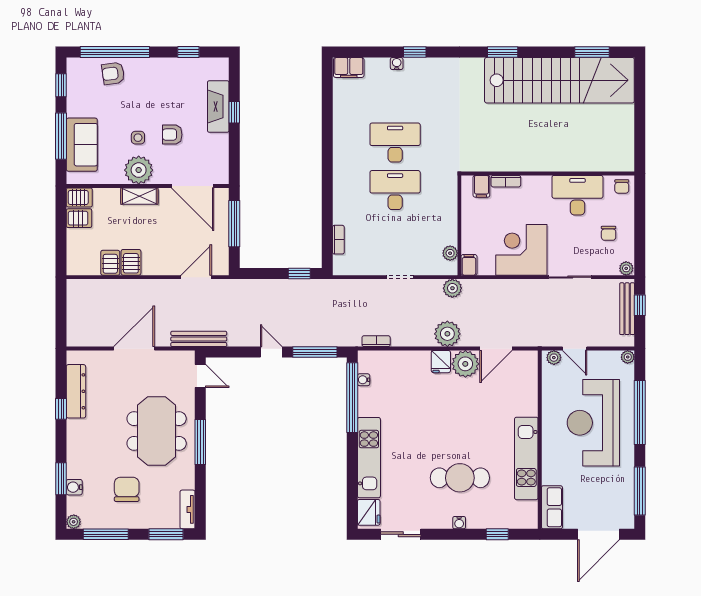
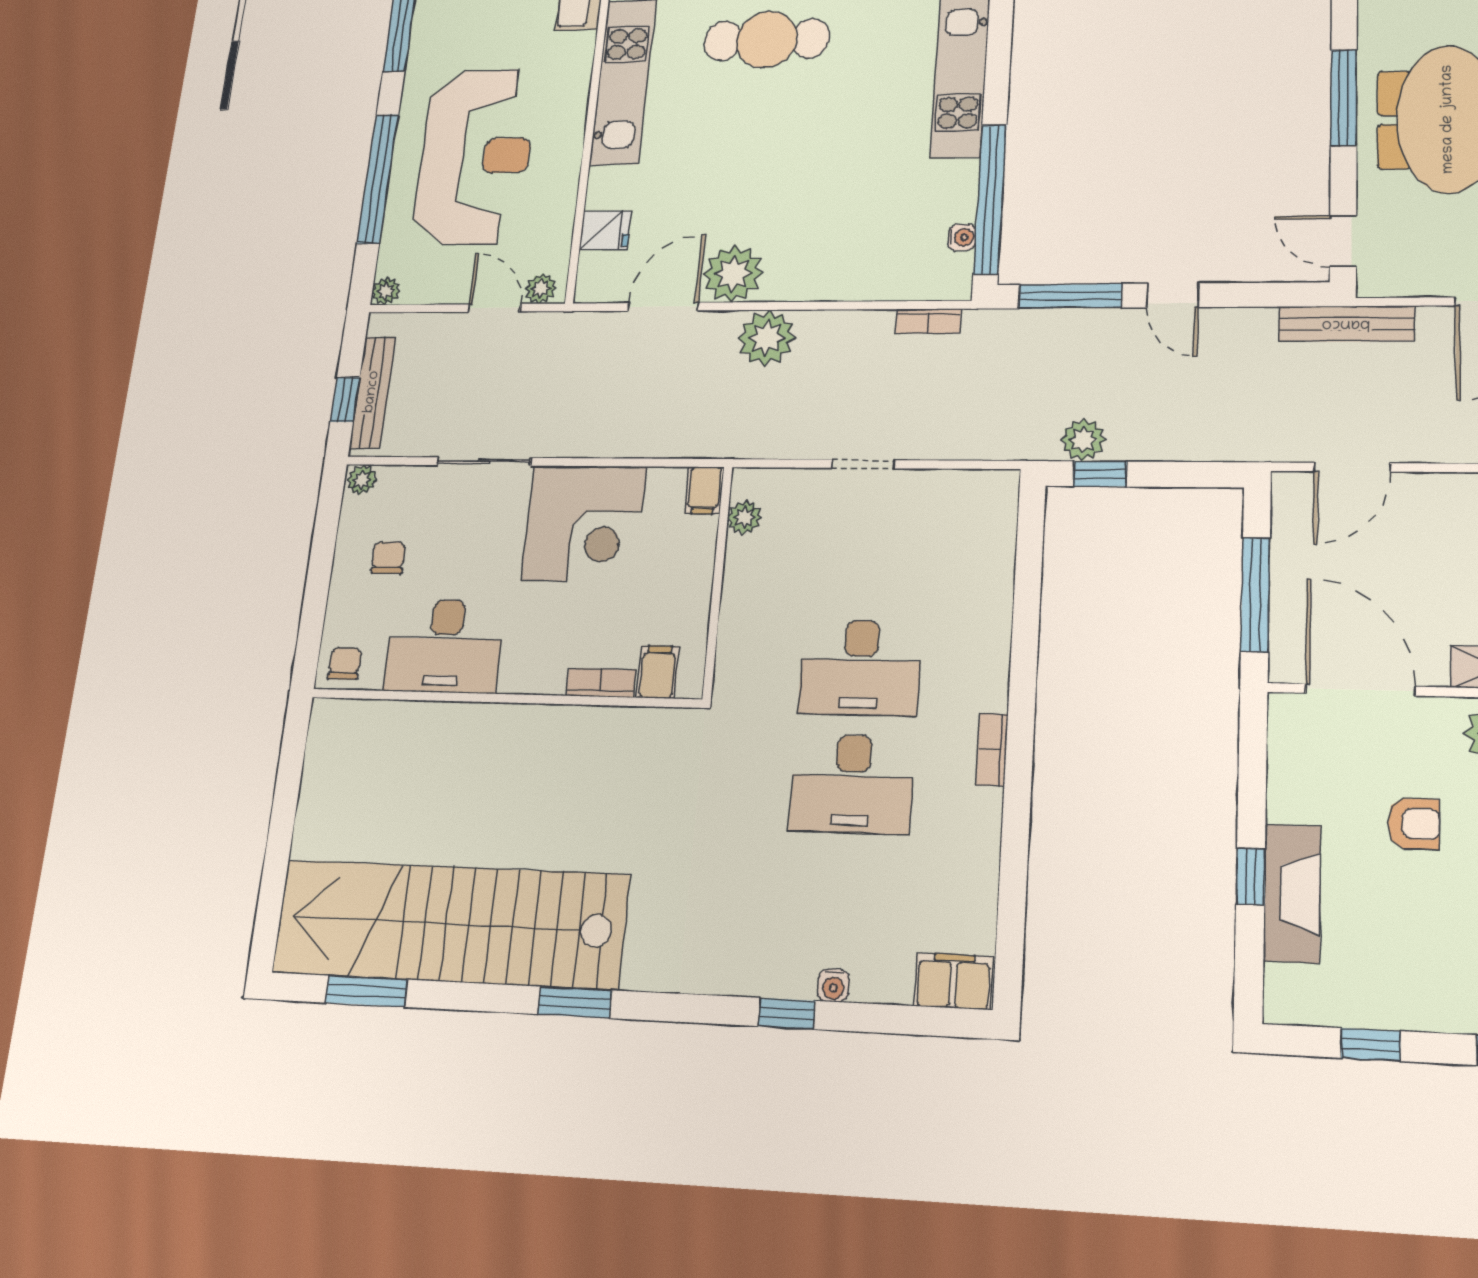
bookcase: (338, 240) -> (992, 750), moved
plant: (452, 288) -> (1083, 440), moved
fridge: (441, 362) -> (605, 230), moved, turned 90

